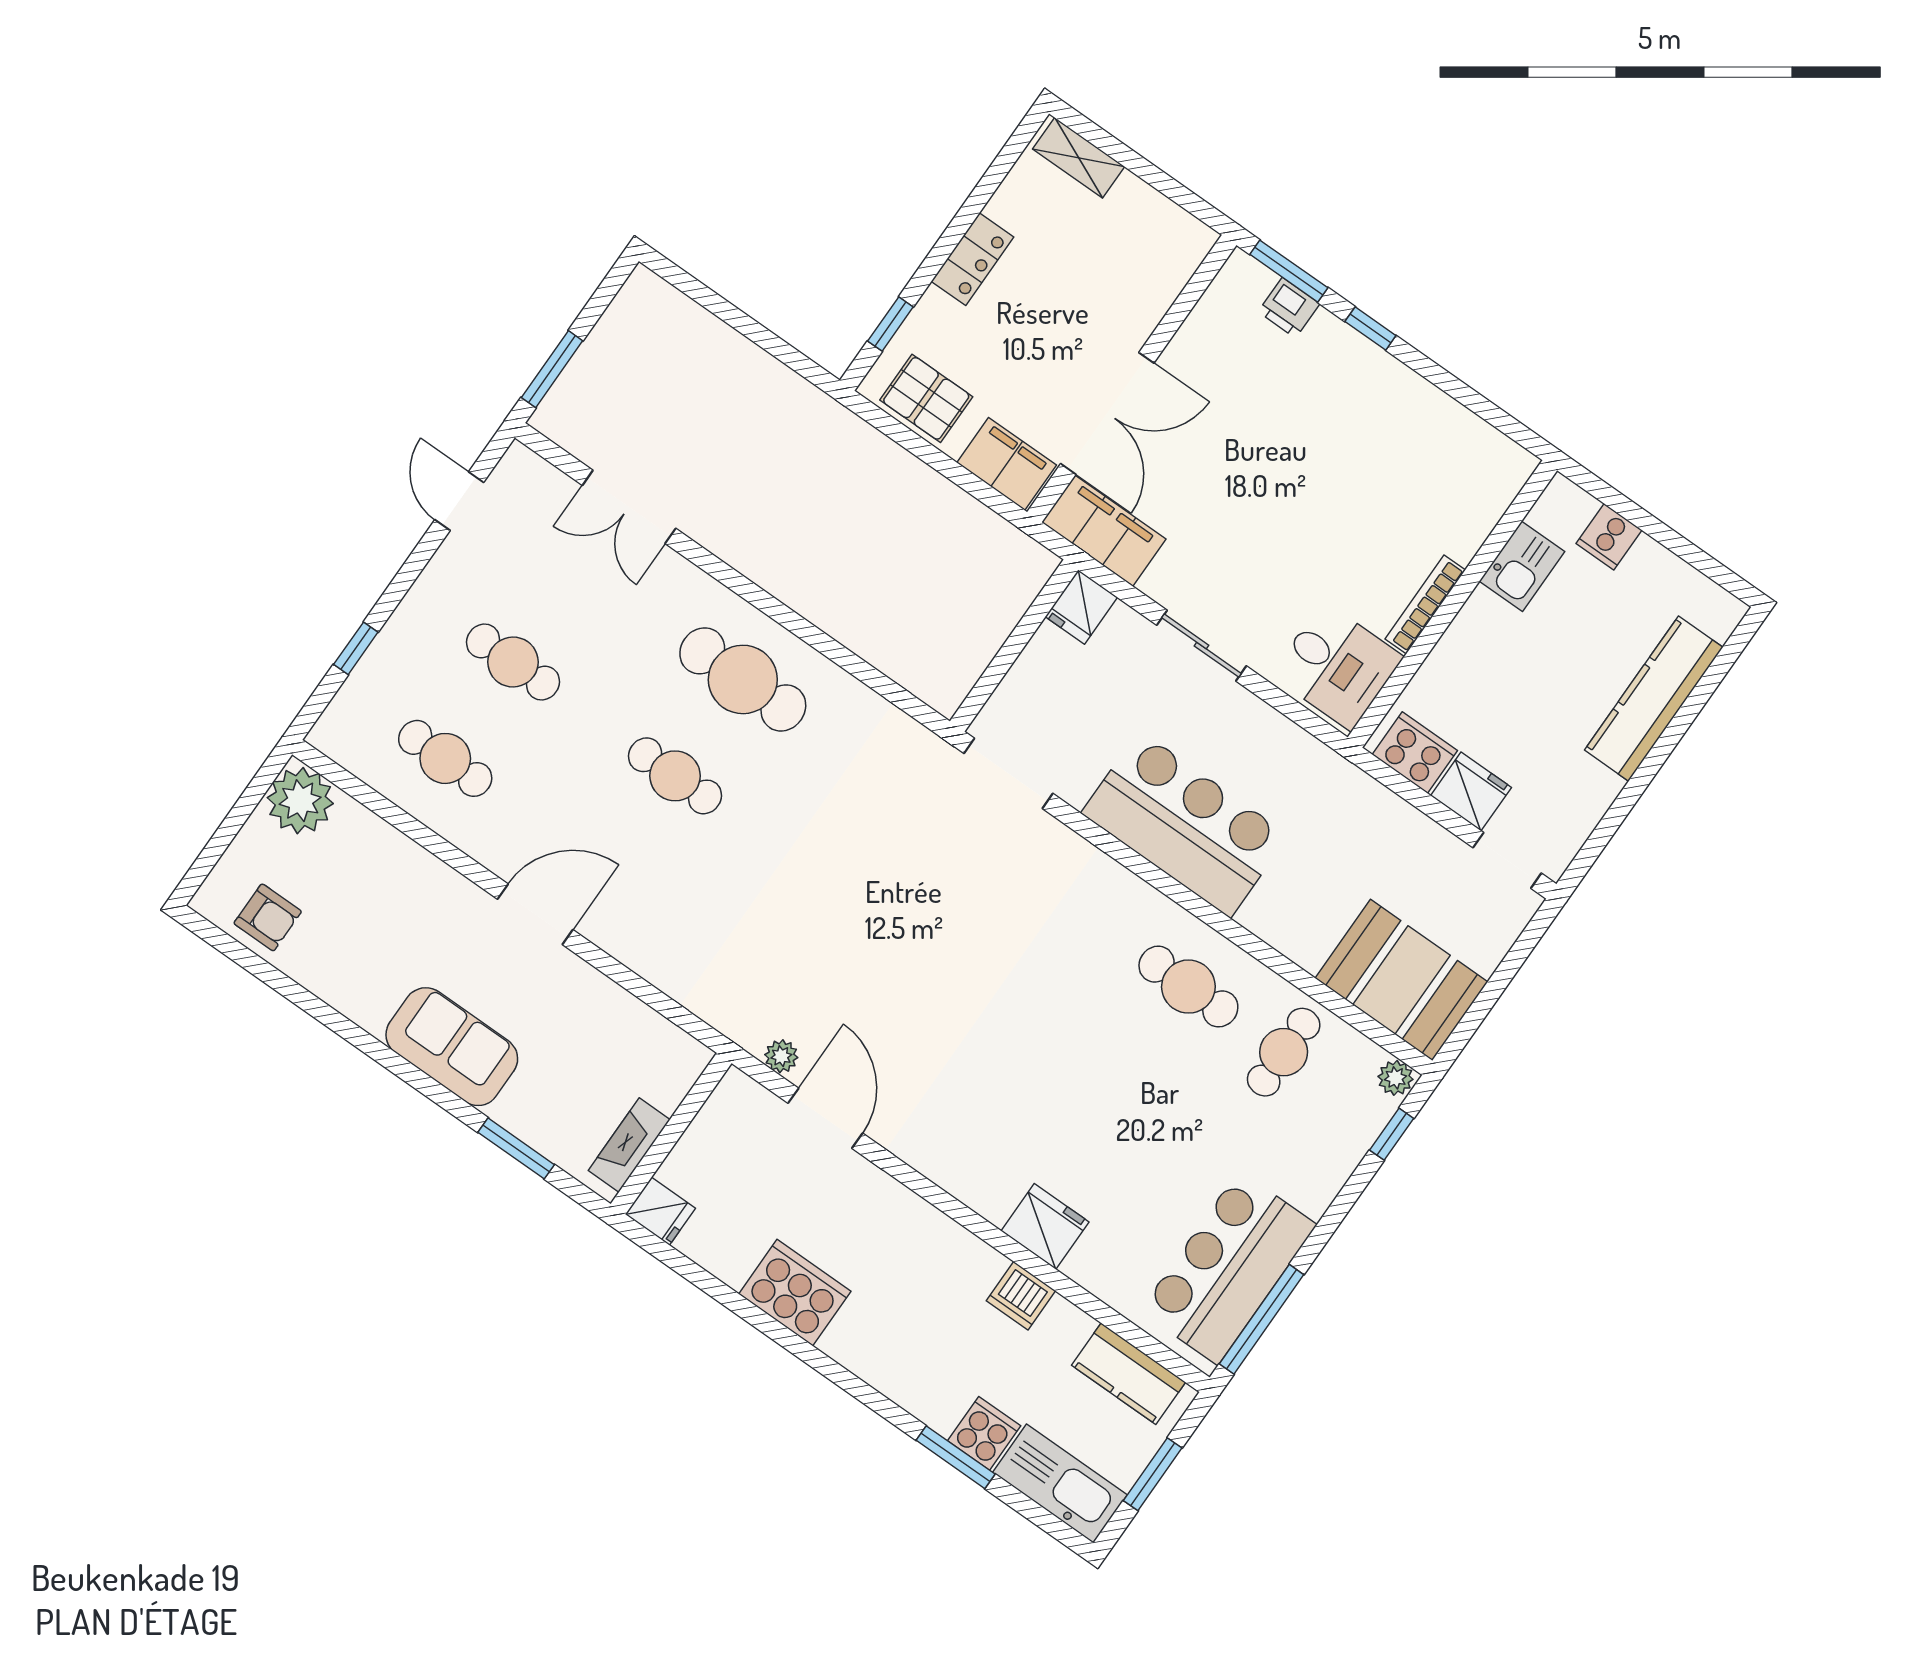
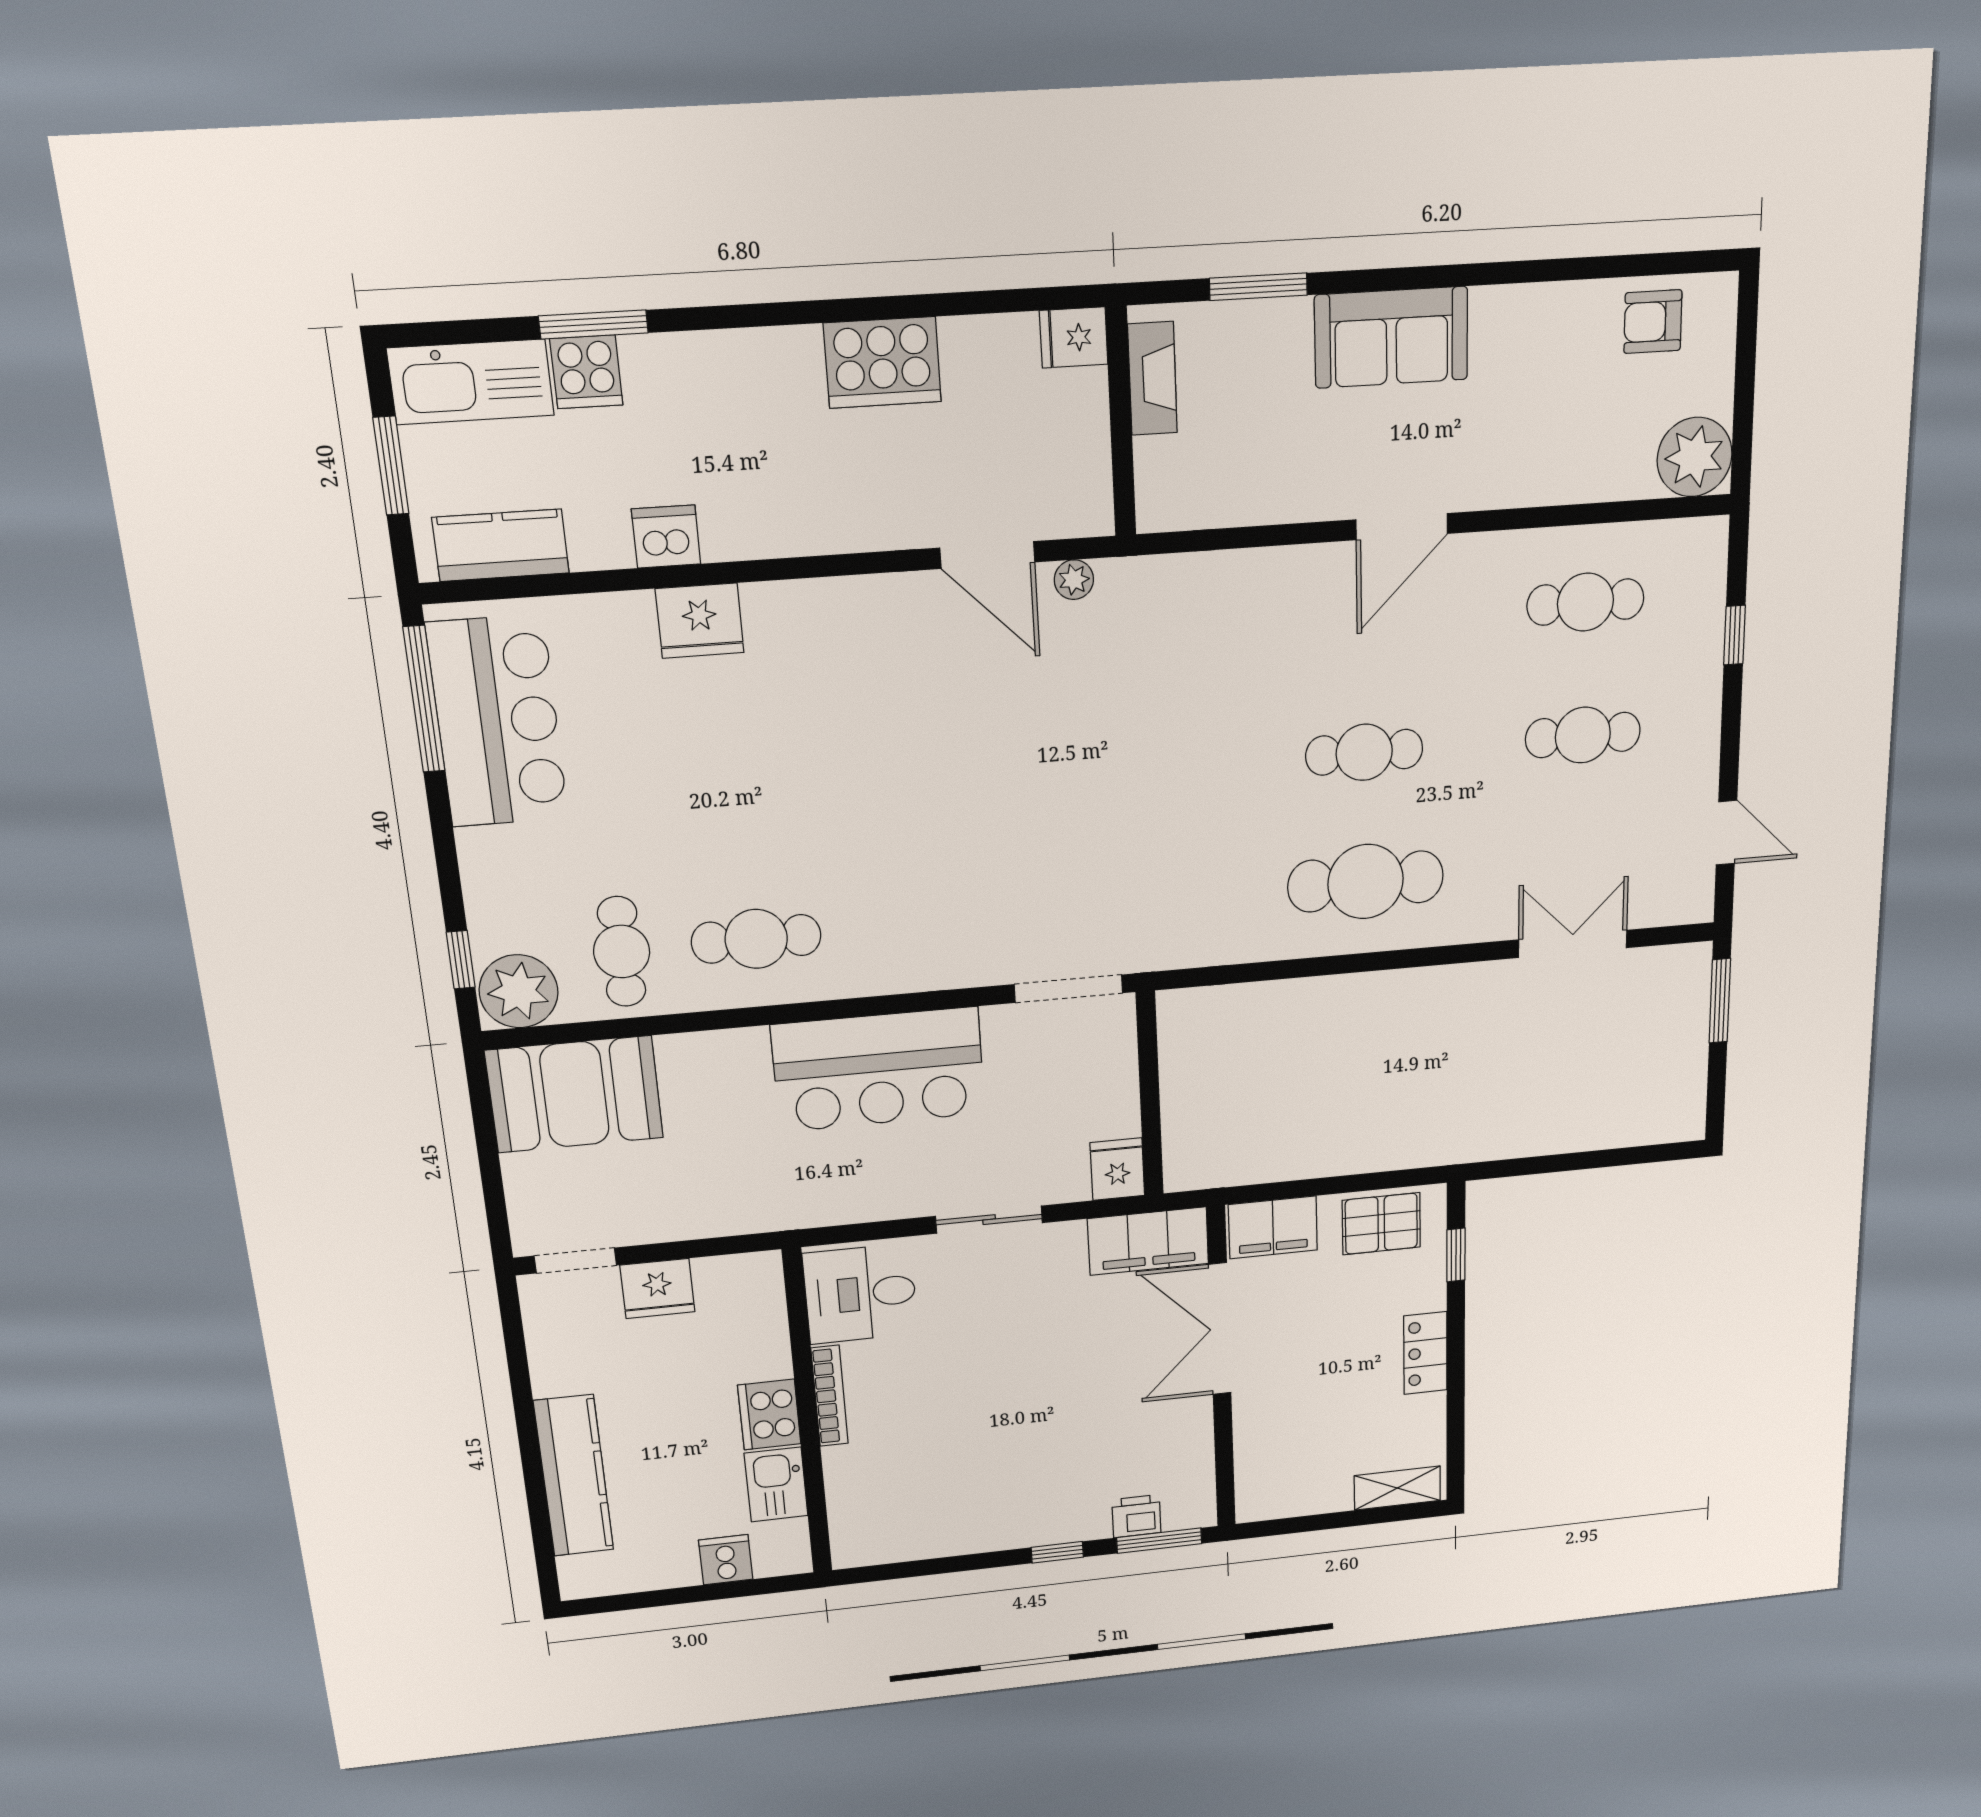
cooker: (1415, 753) -> (769, 1415), moved, turned 90
plant: (1396, 1078) -> (519, 991), width x1.88, depth x1.88

